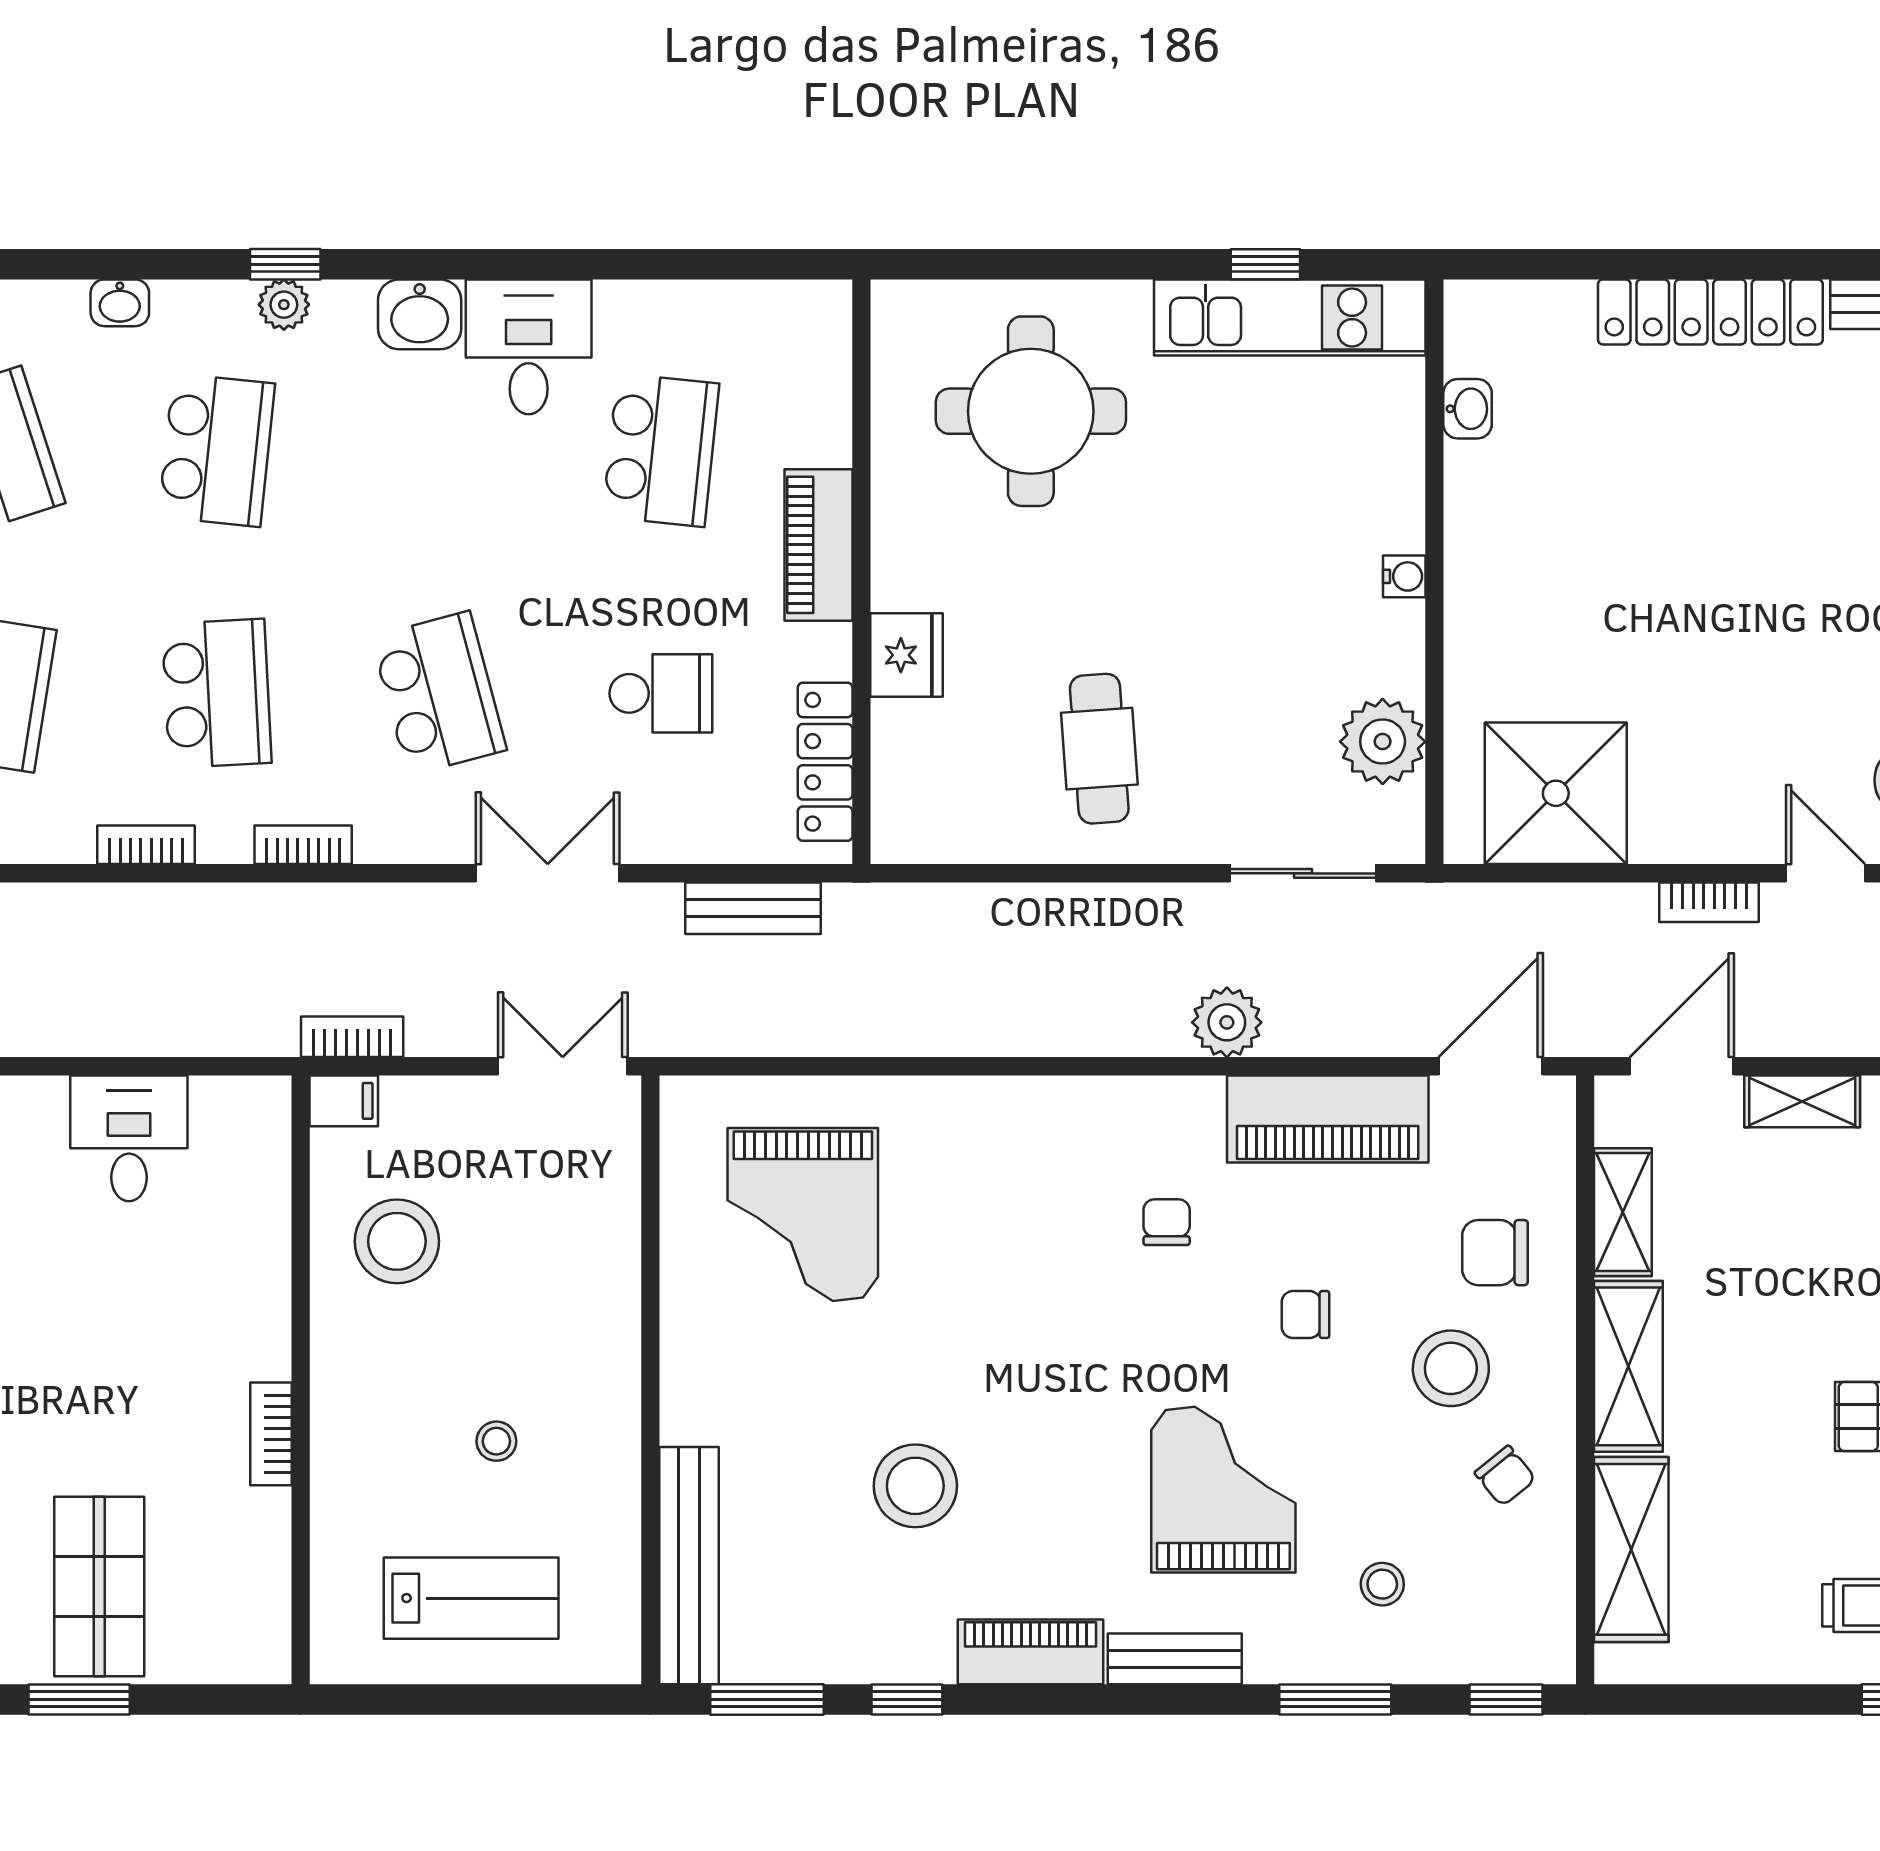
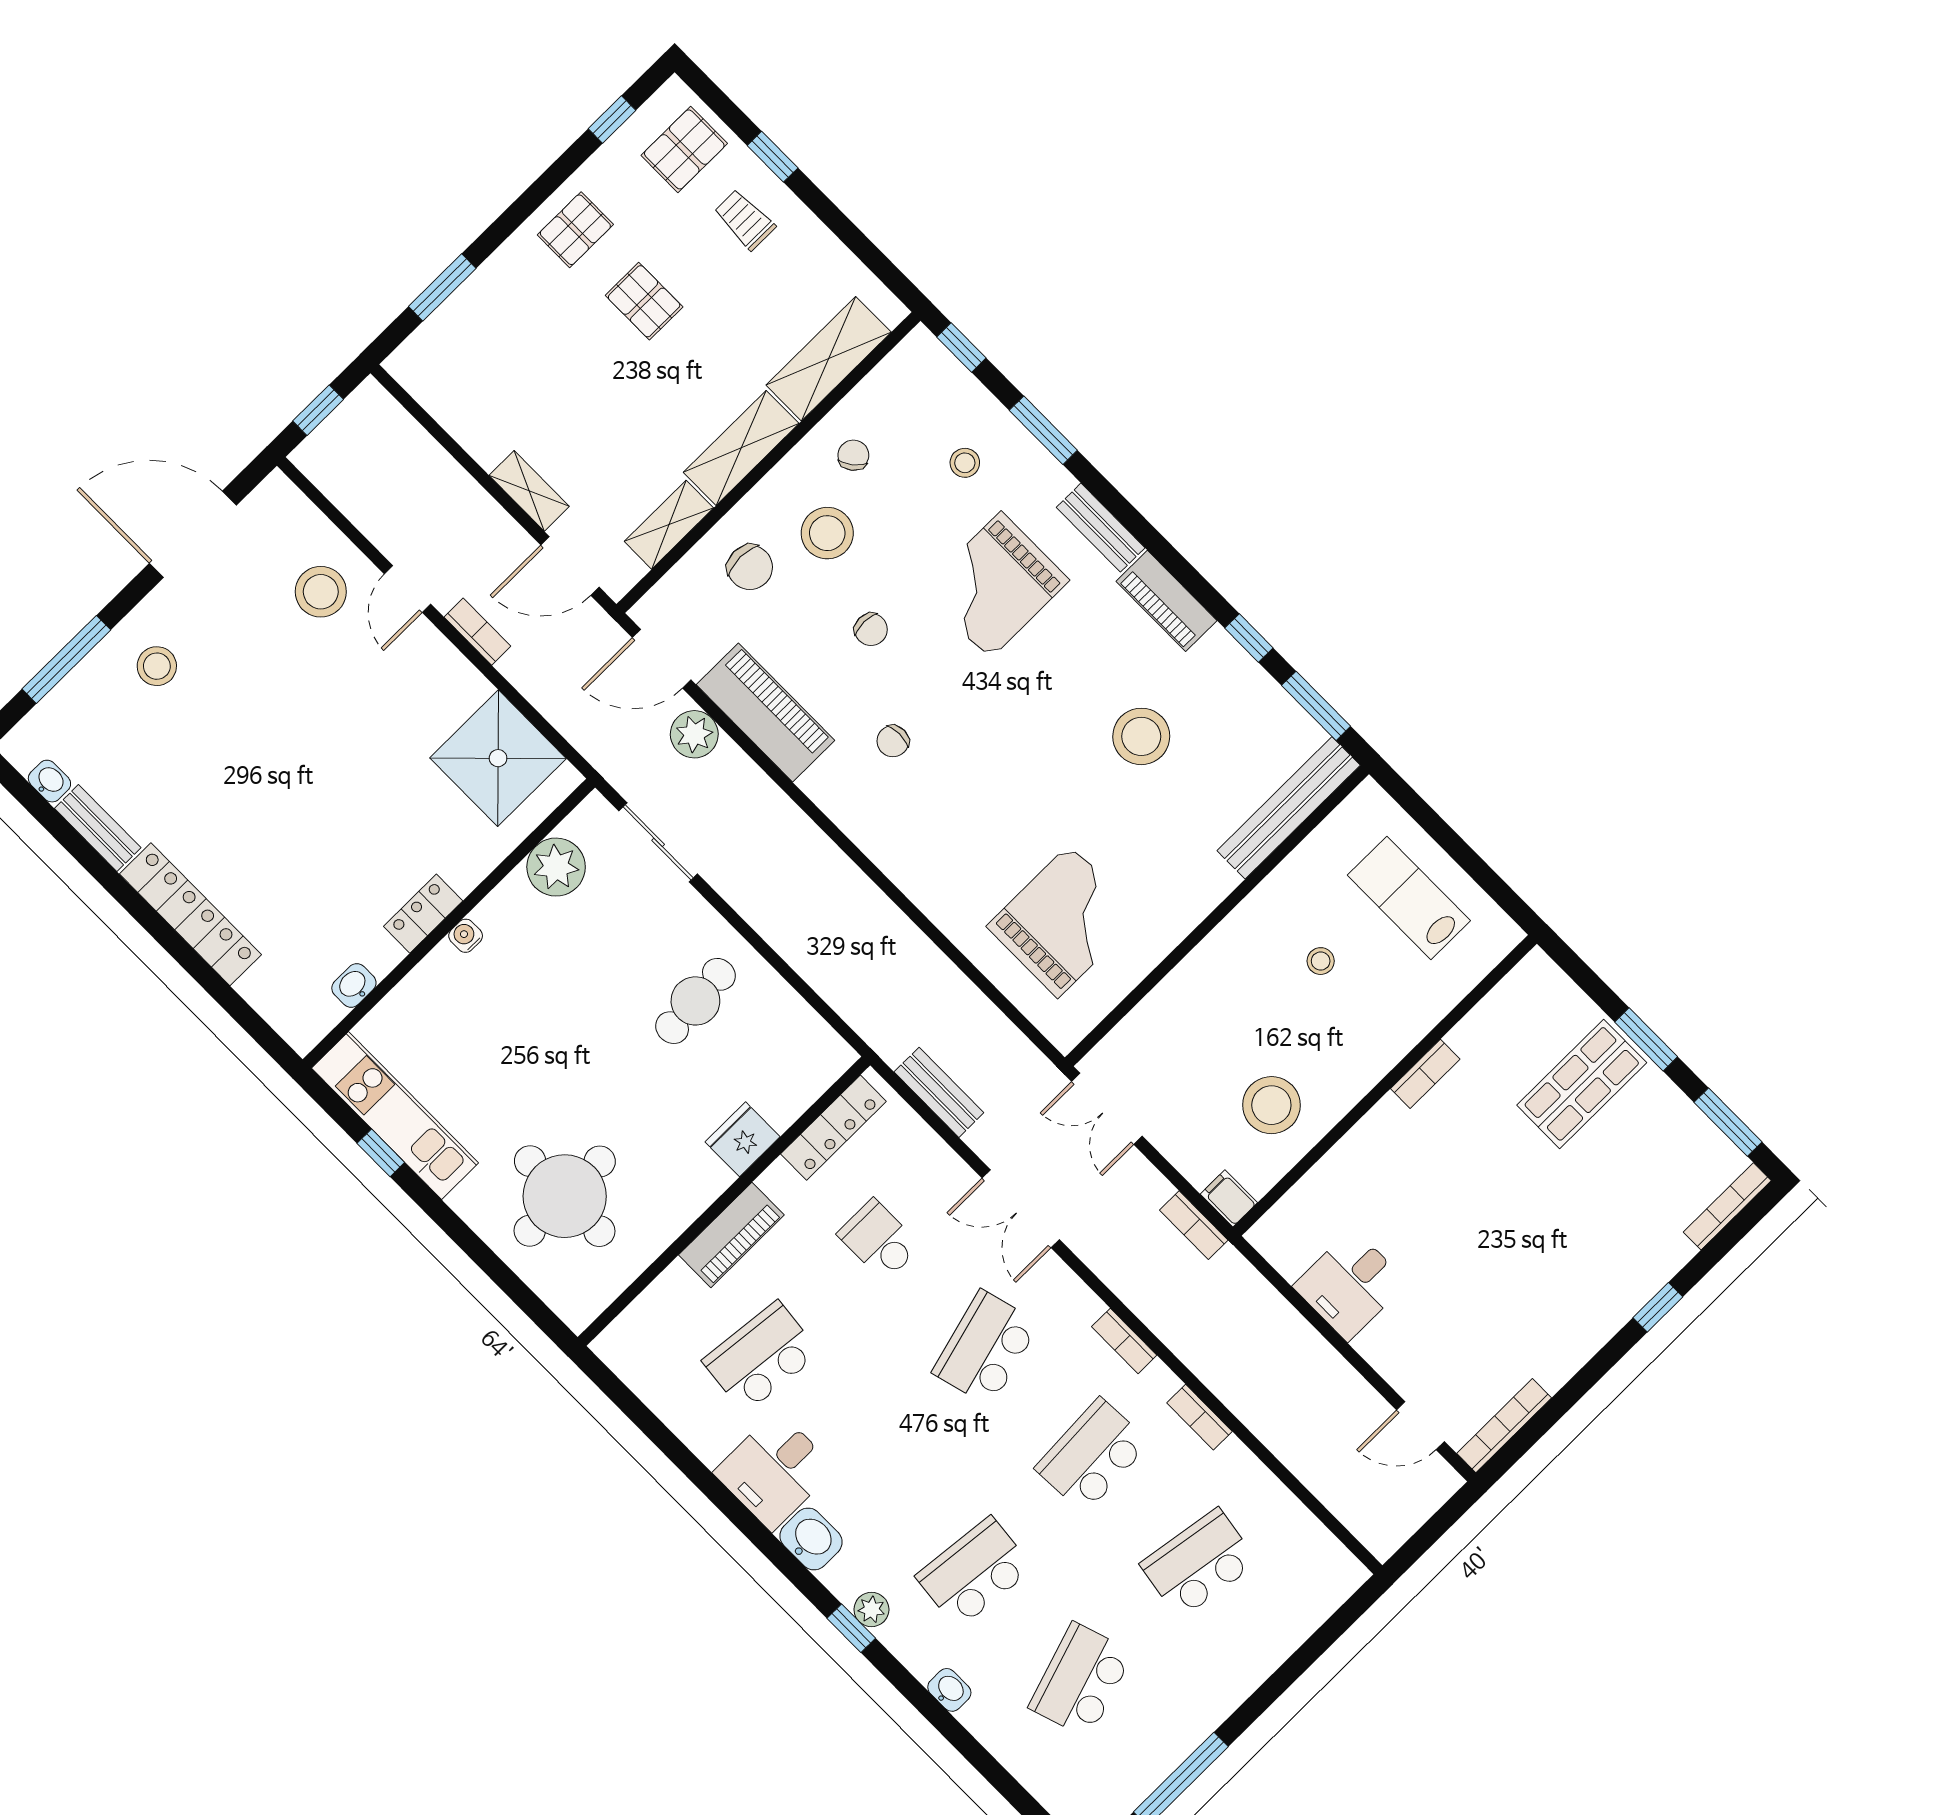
locker: (1471, 555) -> (423, 914), added
plant: (1227, 1022) -> (694, 734), moved

